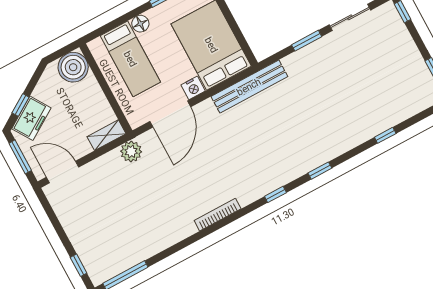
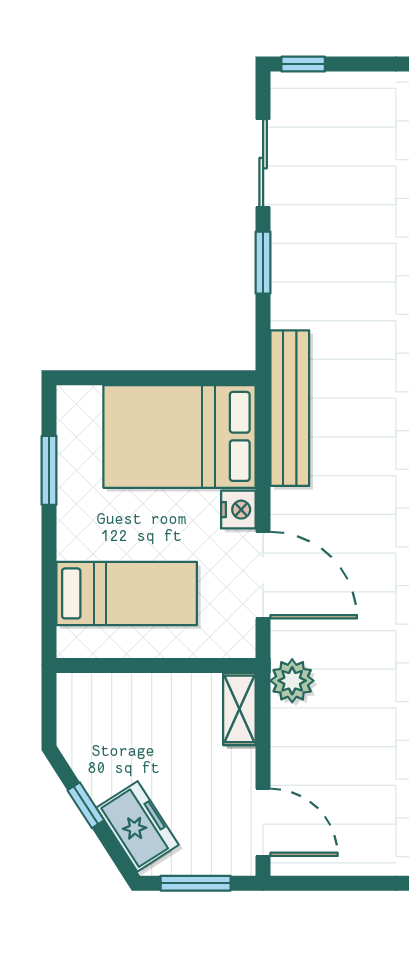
floor lamp: (140, 24) -> (74, 542), removed
boiler: (73, 67) -> (87, 703), removed
window: (21, 105) -> (86, 805), moved
door: (63, 172) -> (263, 822), swing flipped

